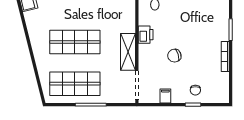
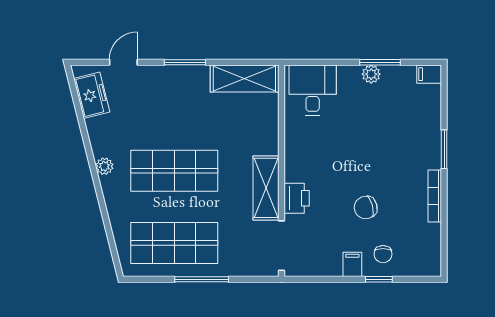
printer: (146, 35) -> (297, 198), moved
plant: (35, 39) -> (104, 166), added
chair: (174, 56) -> (366, 208), moved
filing cabinet: (165, 96) -> (352, 264), moved

